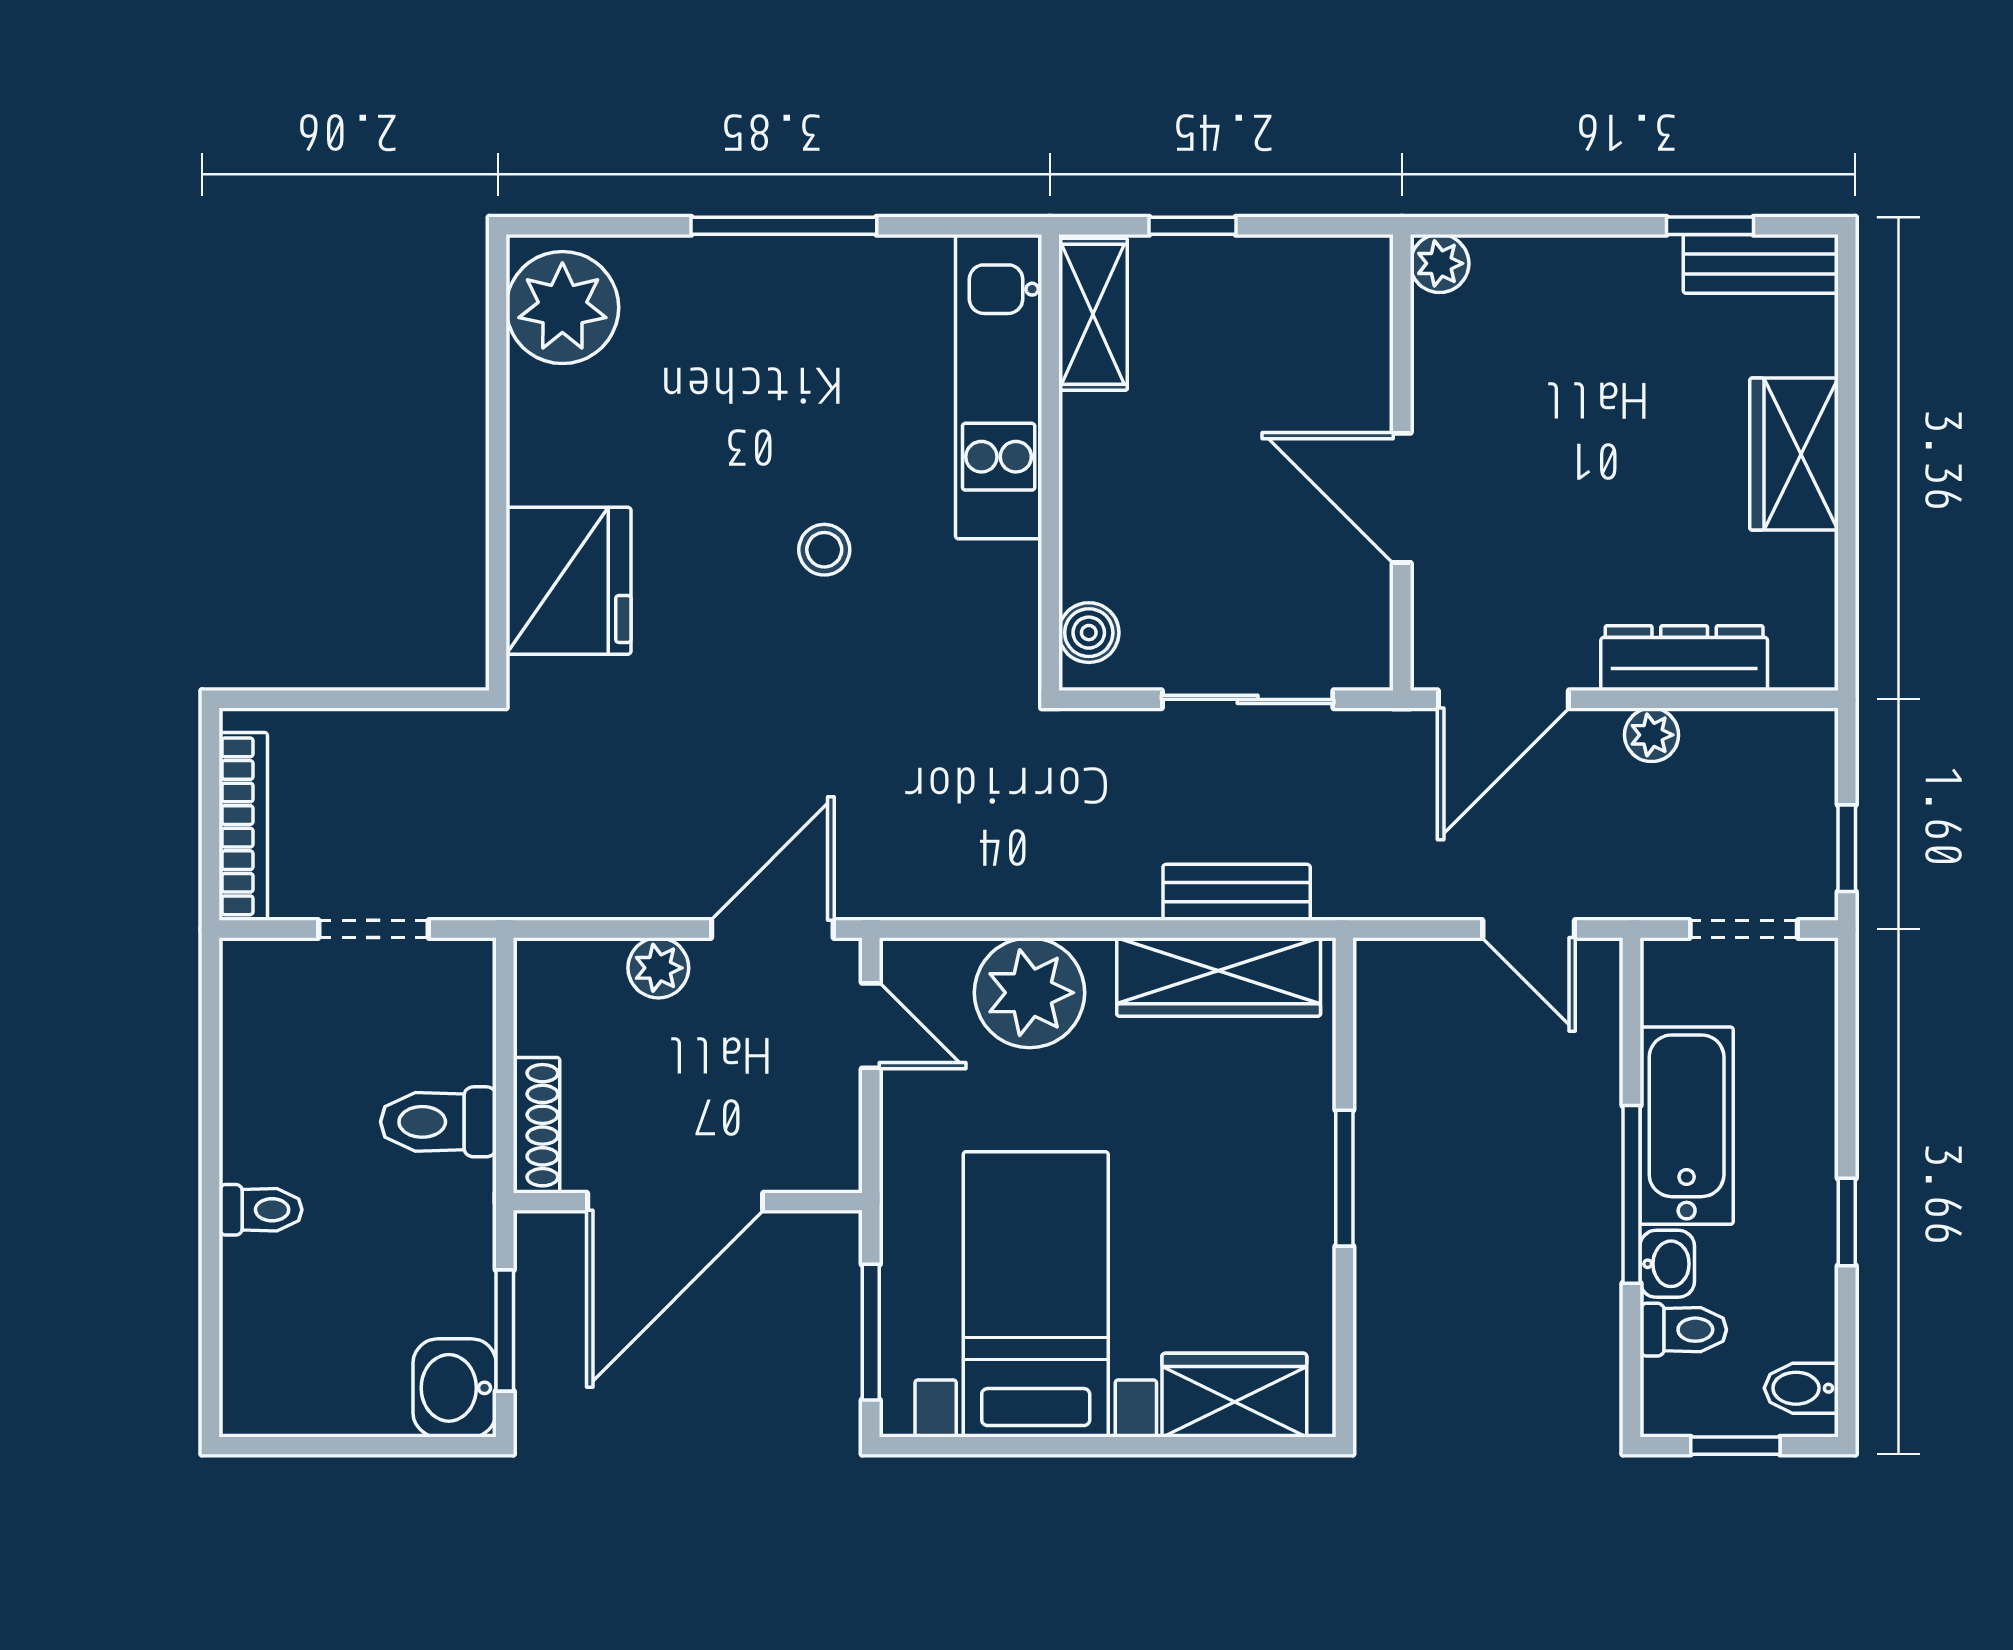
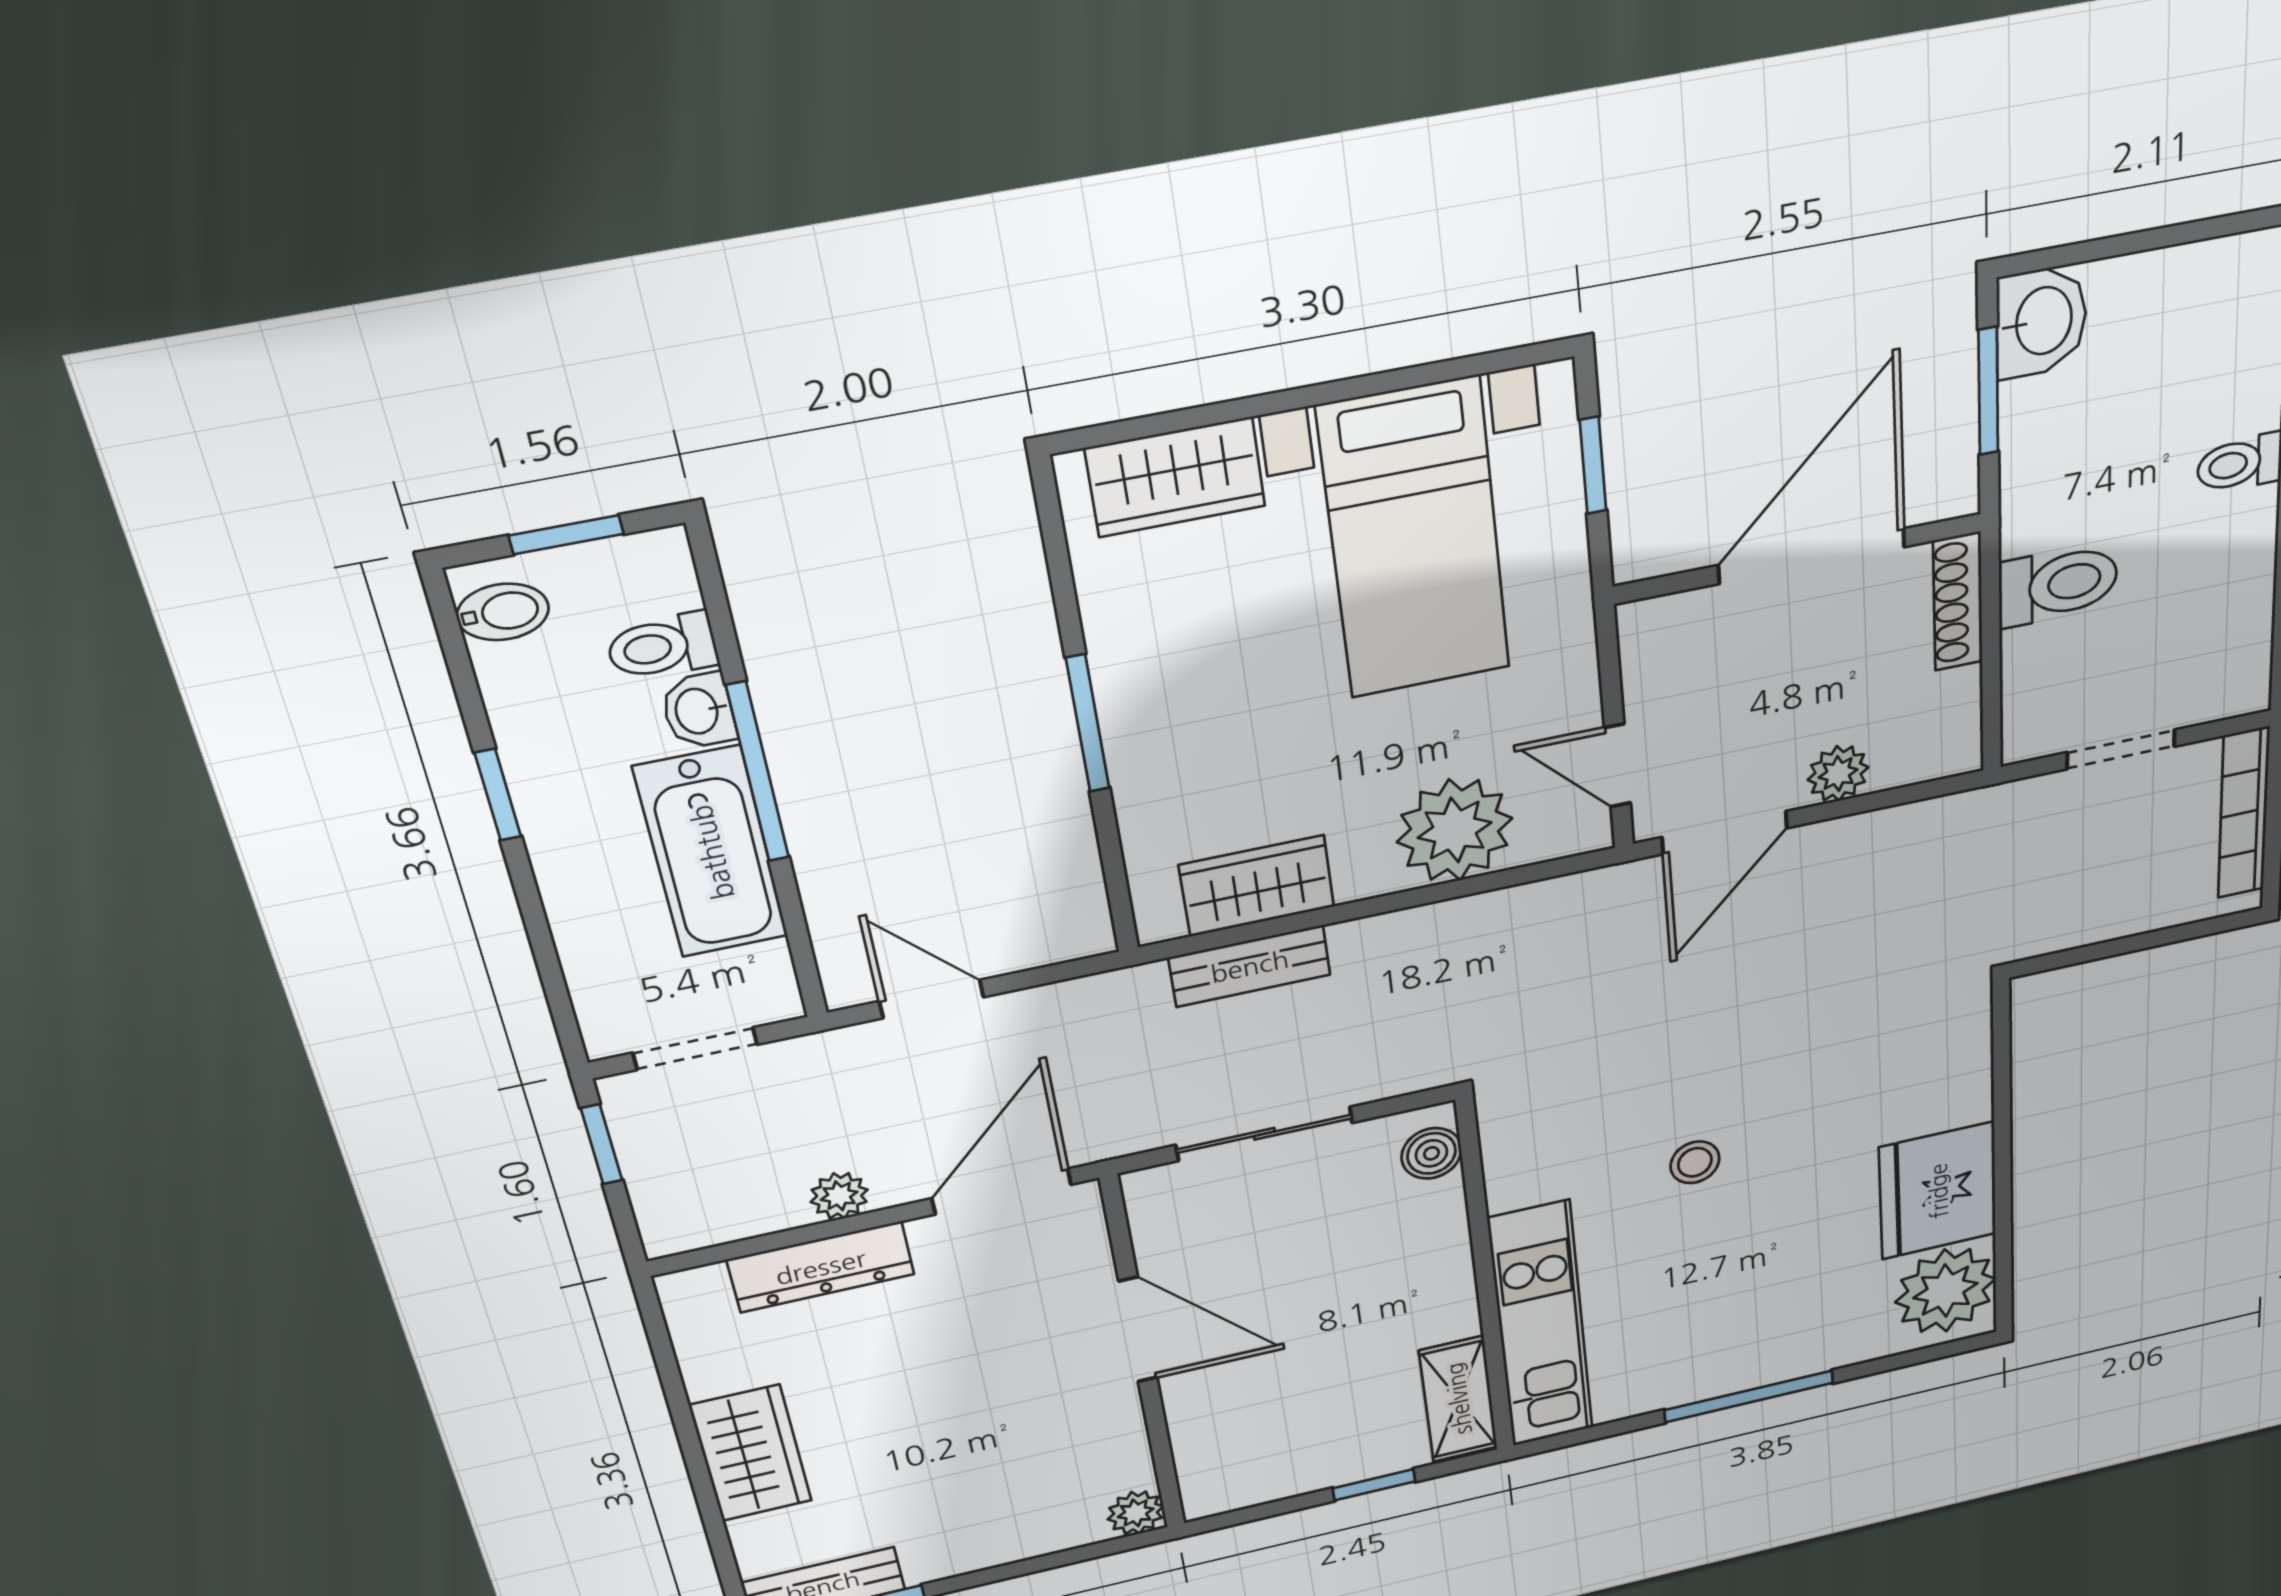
fridge: (569, 581) -> (1938, 1191), moved
wardrobe: (1219, 977) -> (1257, 886), width x0.67
window: (871, 1332) -> (1593, 465), width x0.67

